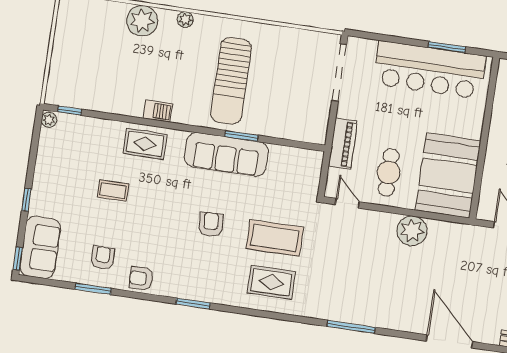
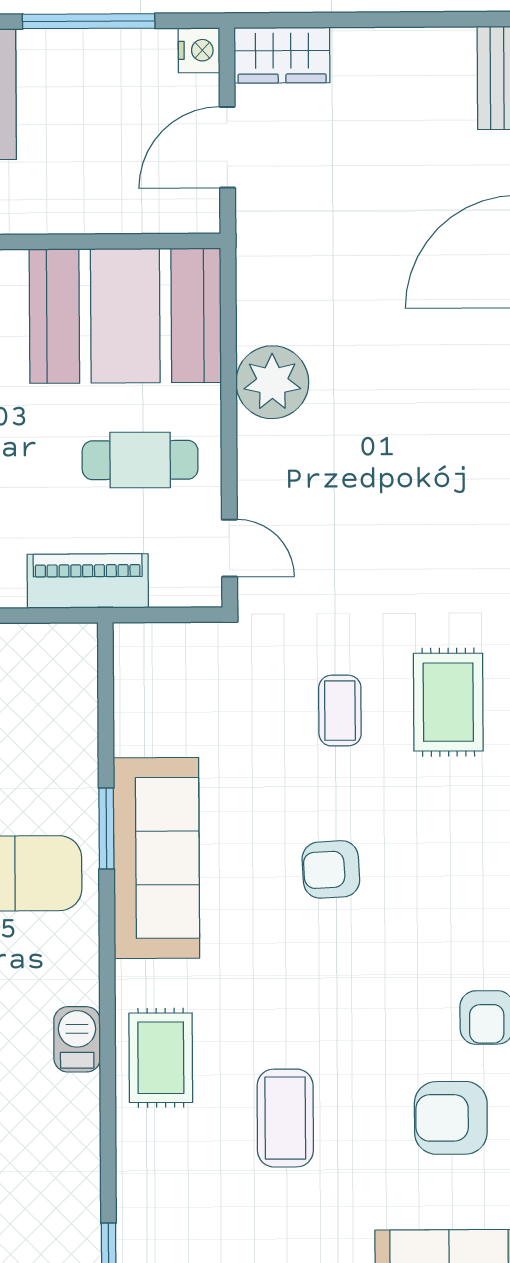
coffee table: (113, 190) -> (285, 1118), width x1.36, depth x1.30
door: (347, 203) -> (229, 548), swing flipped
coffee table: (275, 238) -> (340, 711), width x0.54, depth x0.58
armchair: (103, 258) -> (451, 1118), width x1.38, depth x1.38

